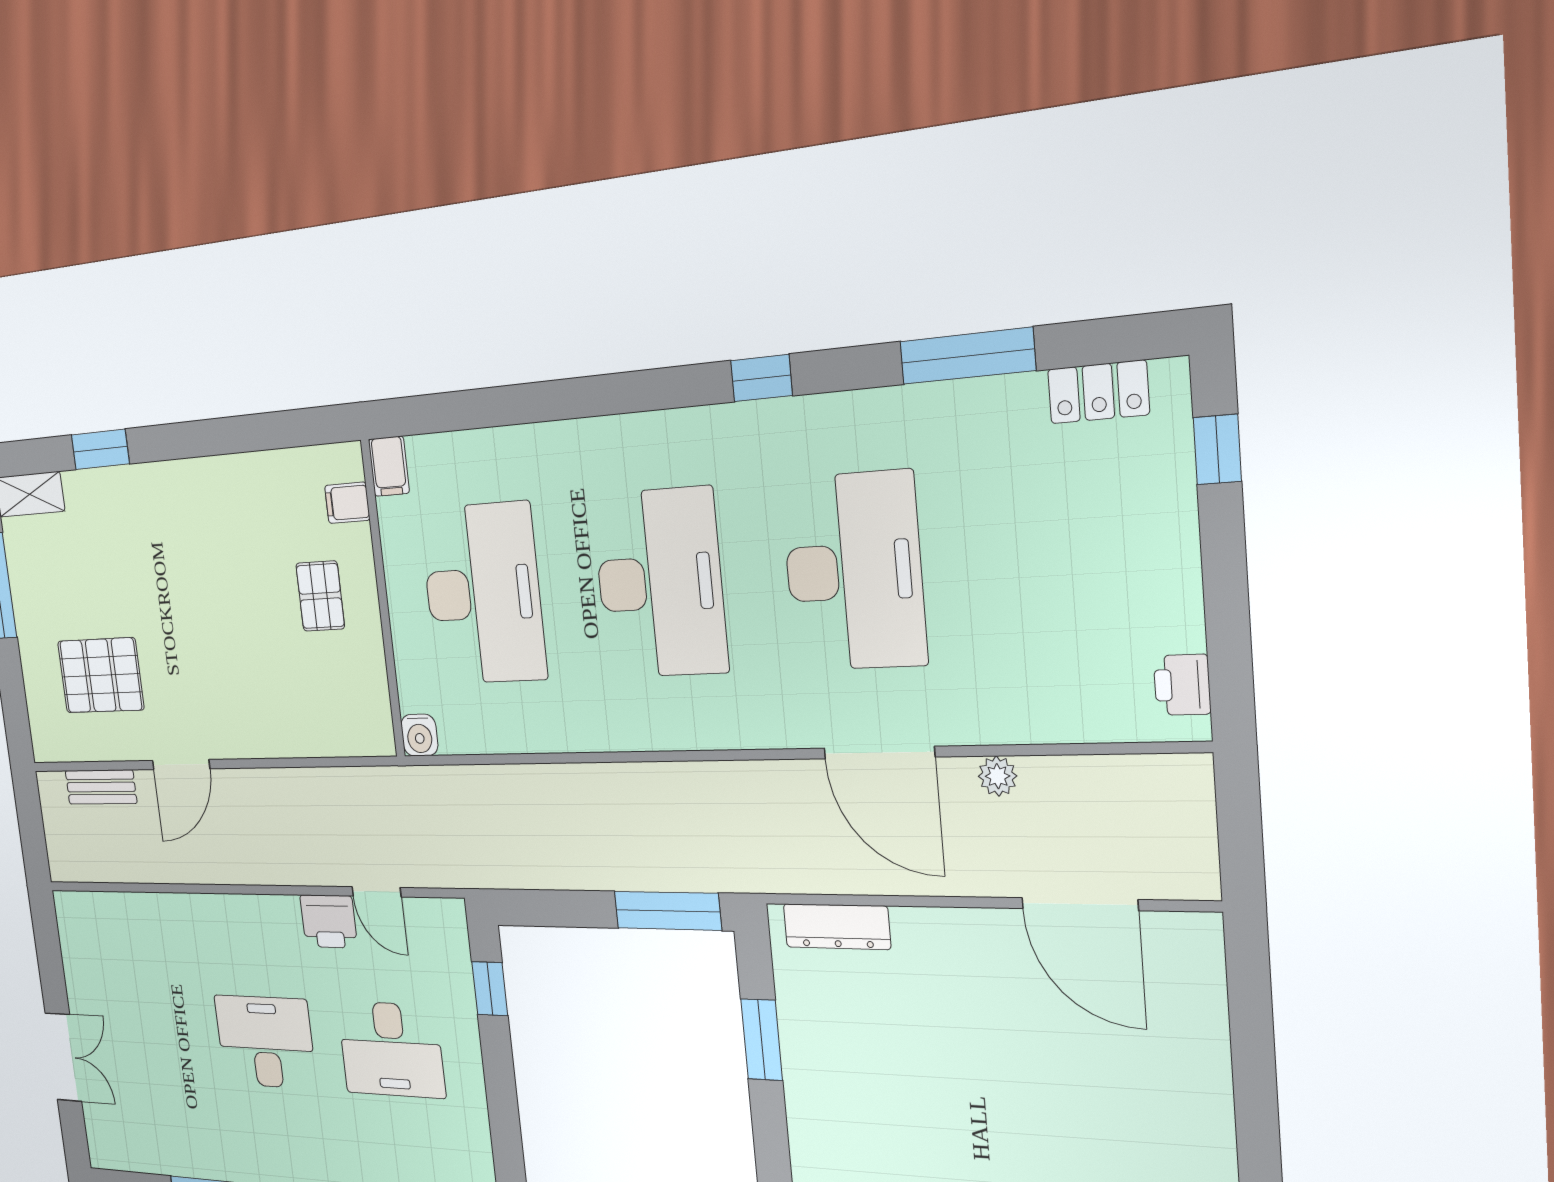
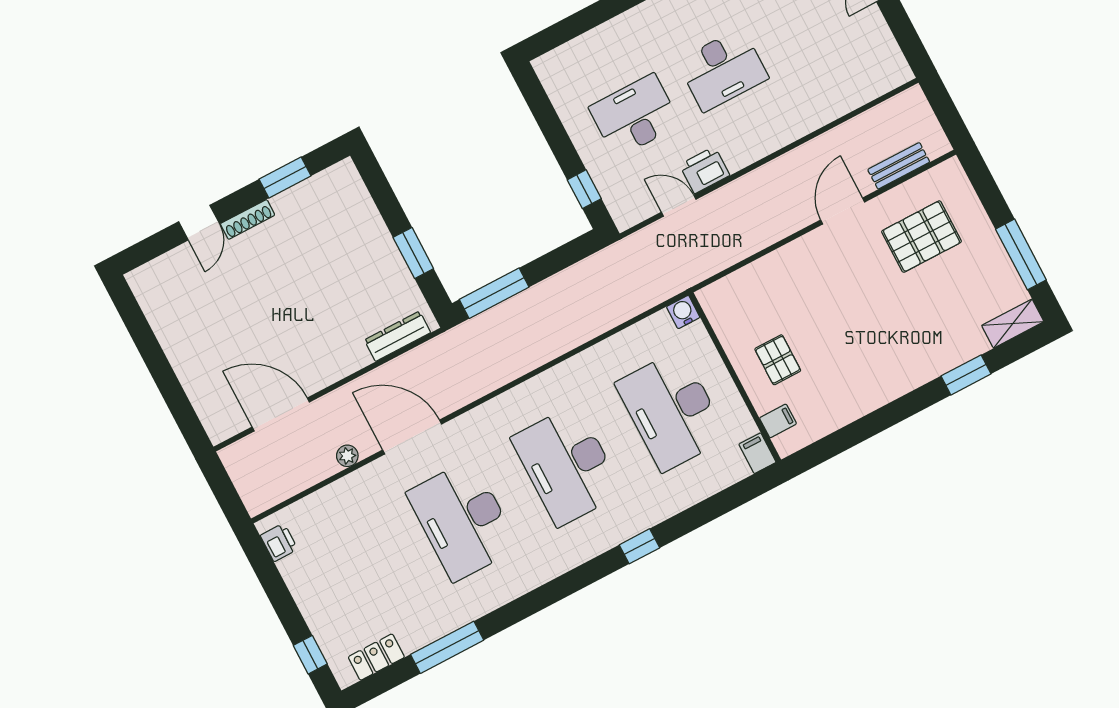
window: (762, 378) -> (639, 546), moved

